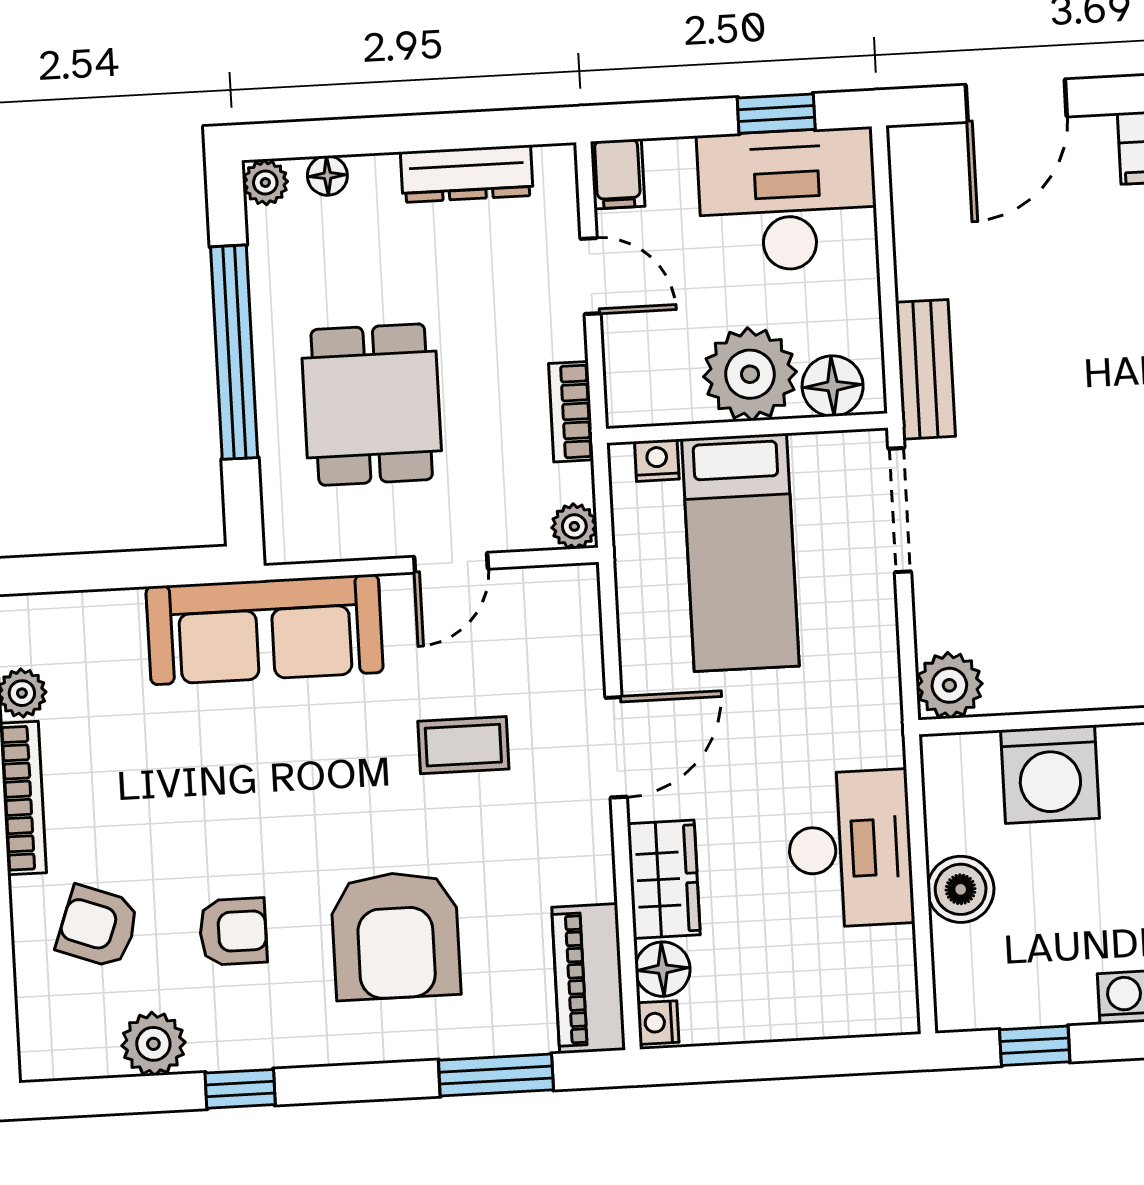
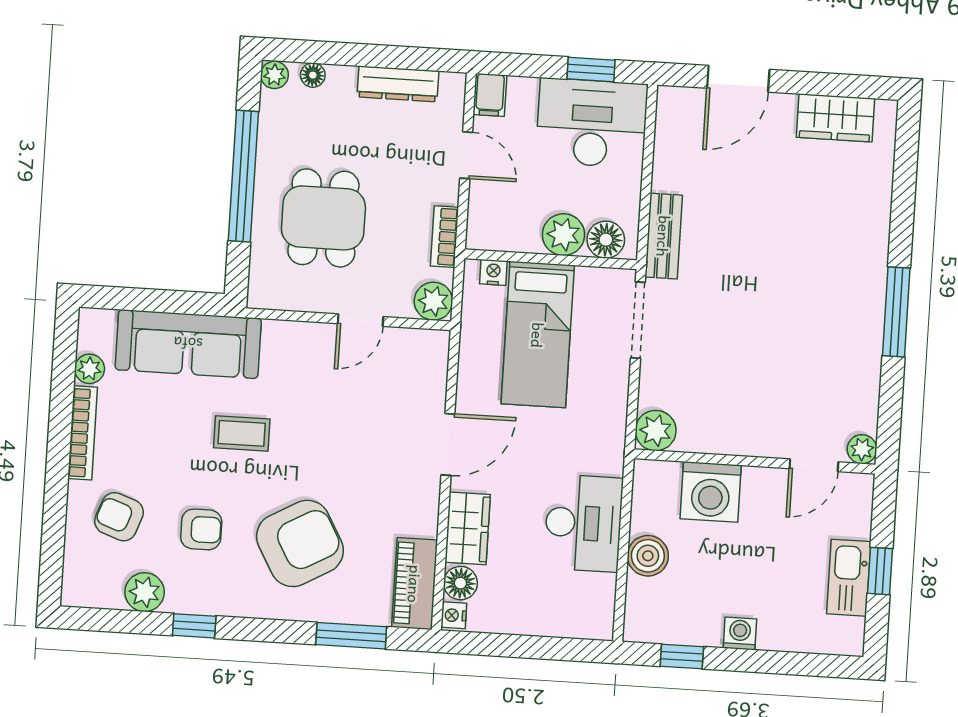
plant: (750, 374) -> (563, 235), width x0.73, depth x0.73
plant: (574, 526) -> (433, 301), width x1.38, depth x1.38
sofa: (265, 630) -> (188, 344), moved
coffee table: (463, 745) -> (242, 433), moved
armchair: (396, 936) -> (300, 543), turned -119

